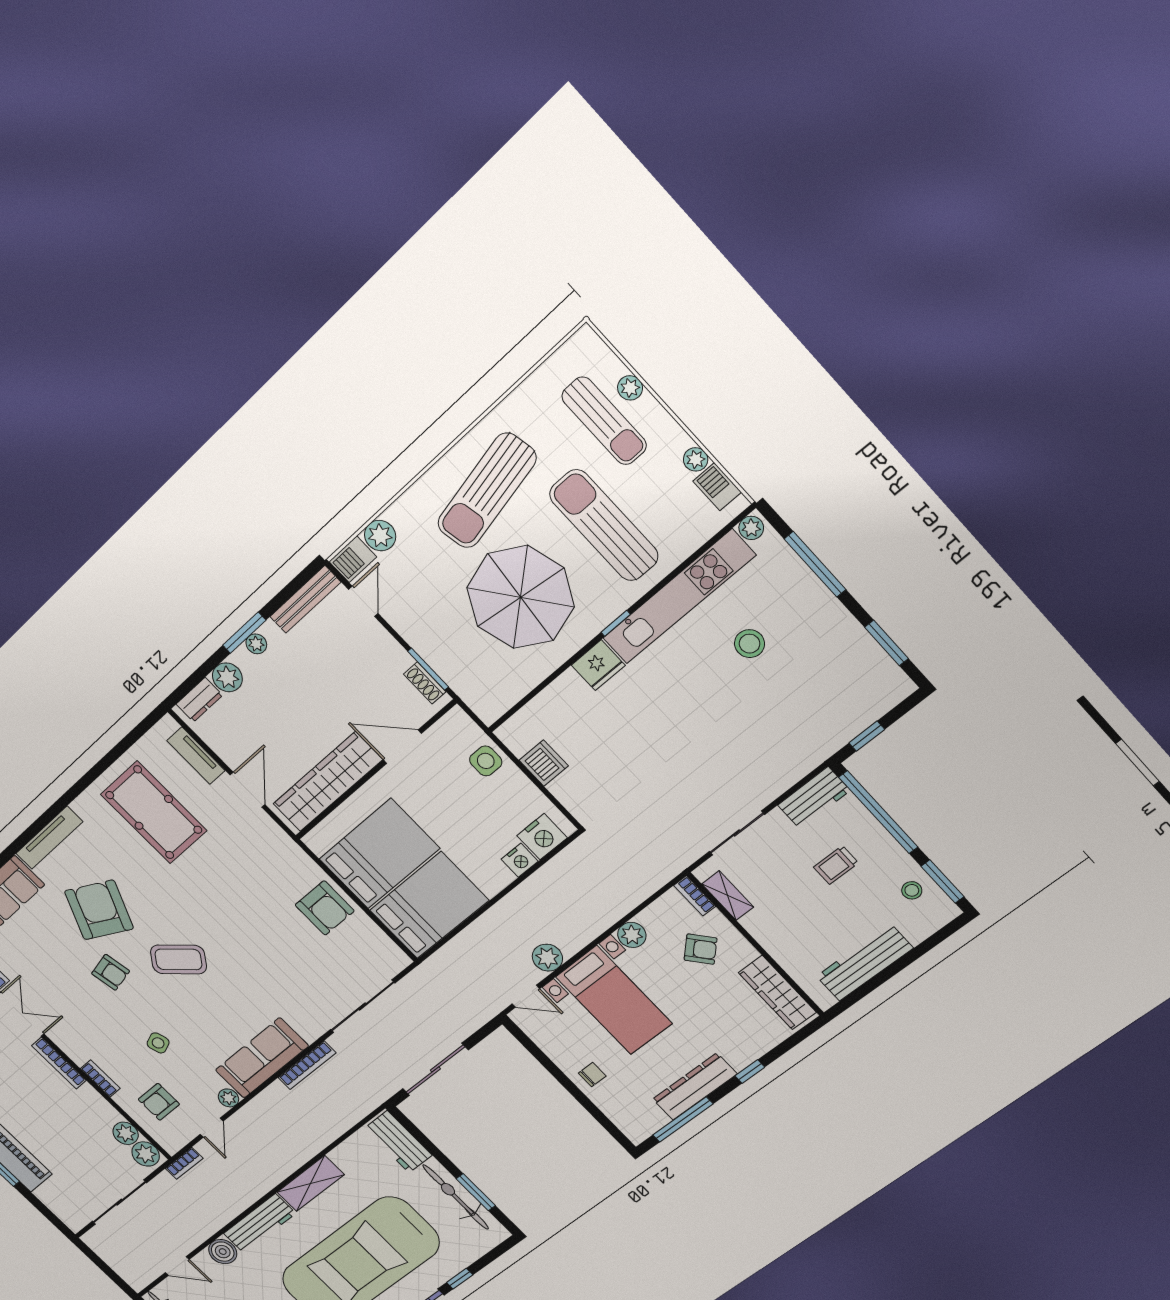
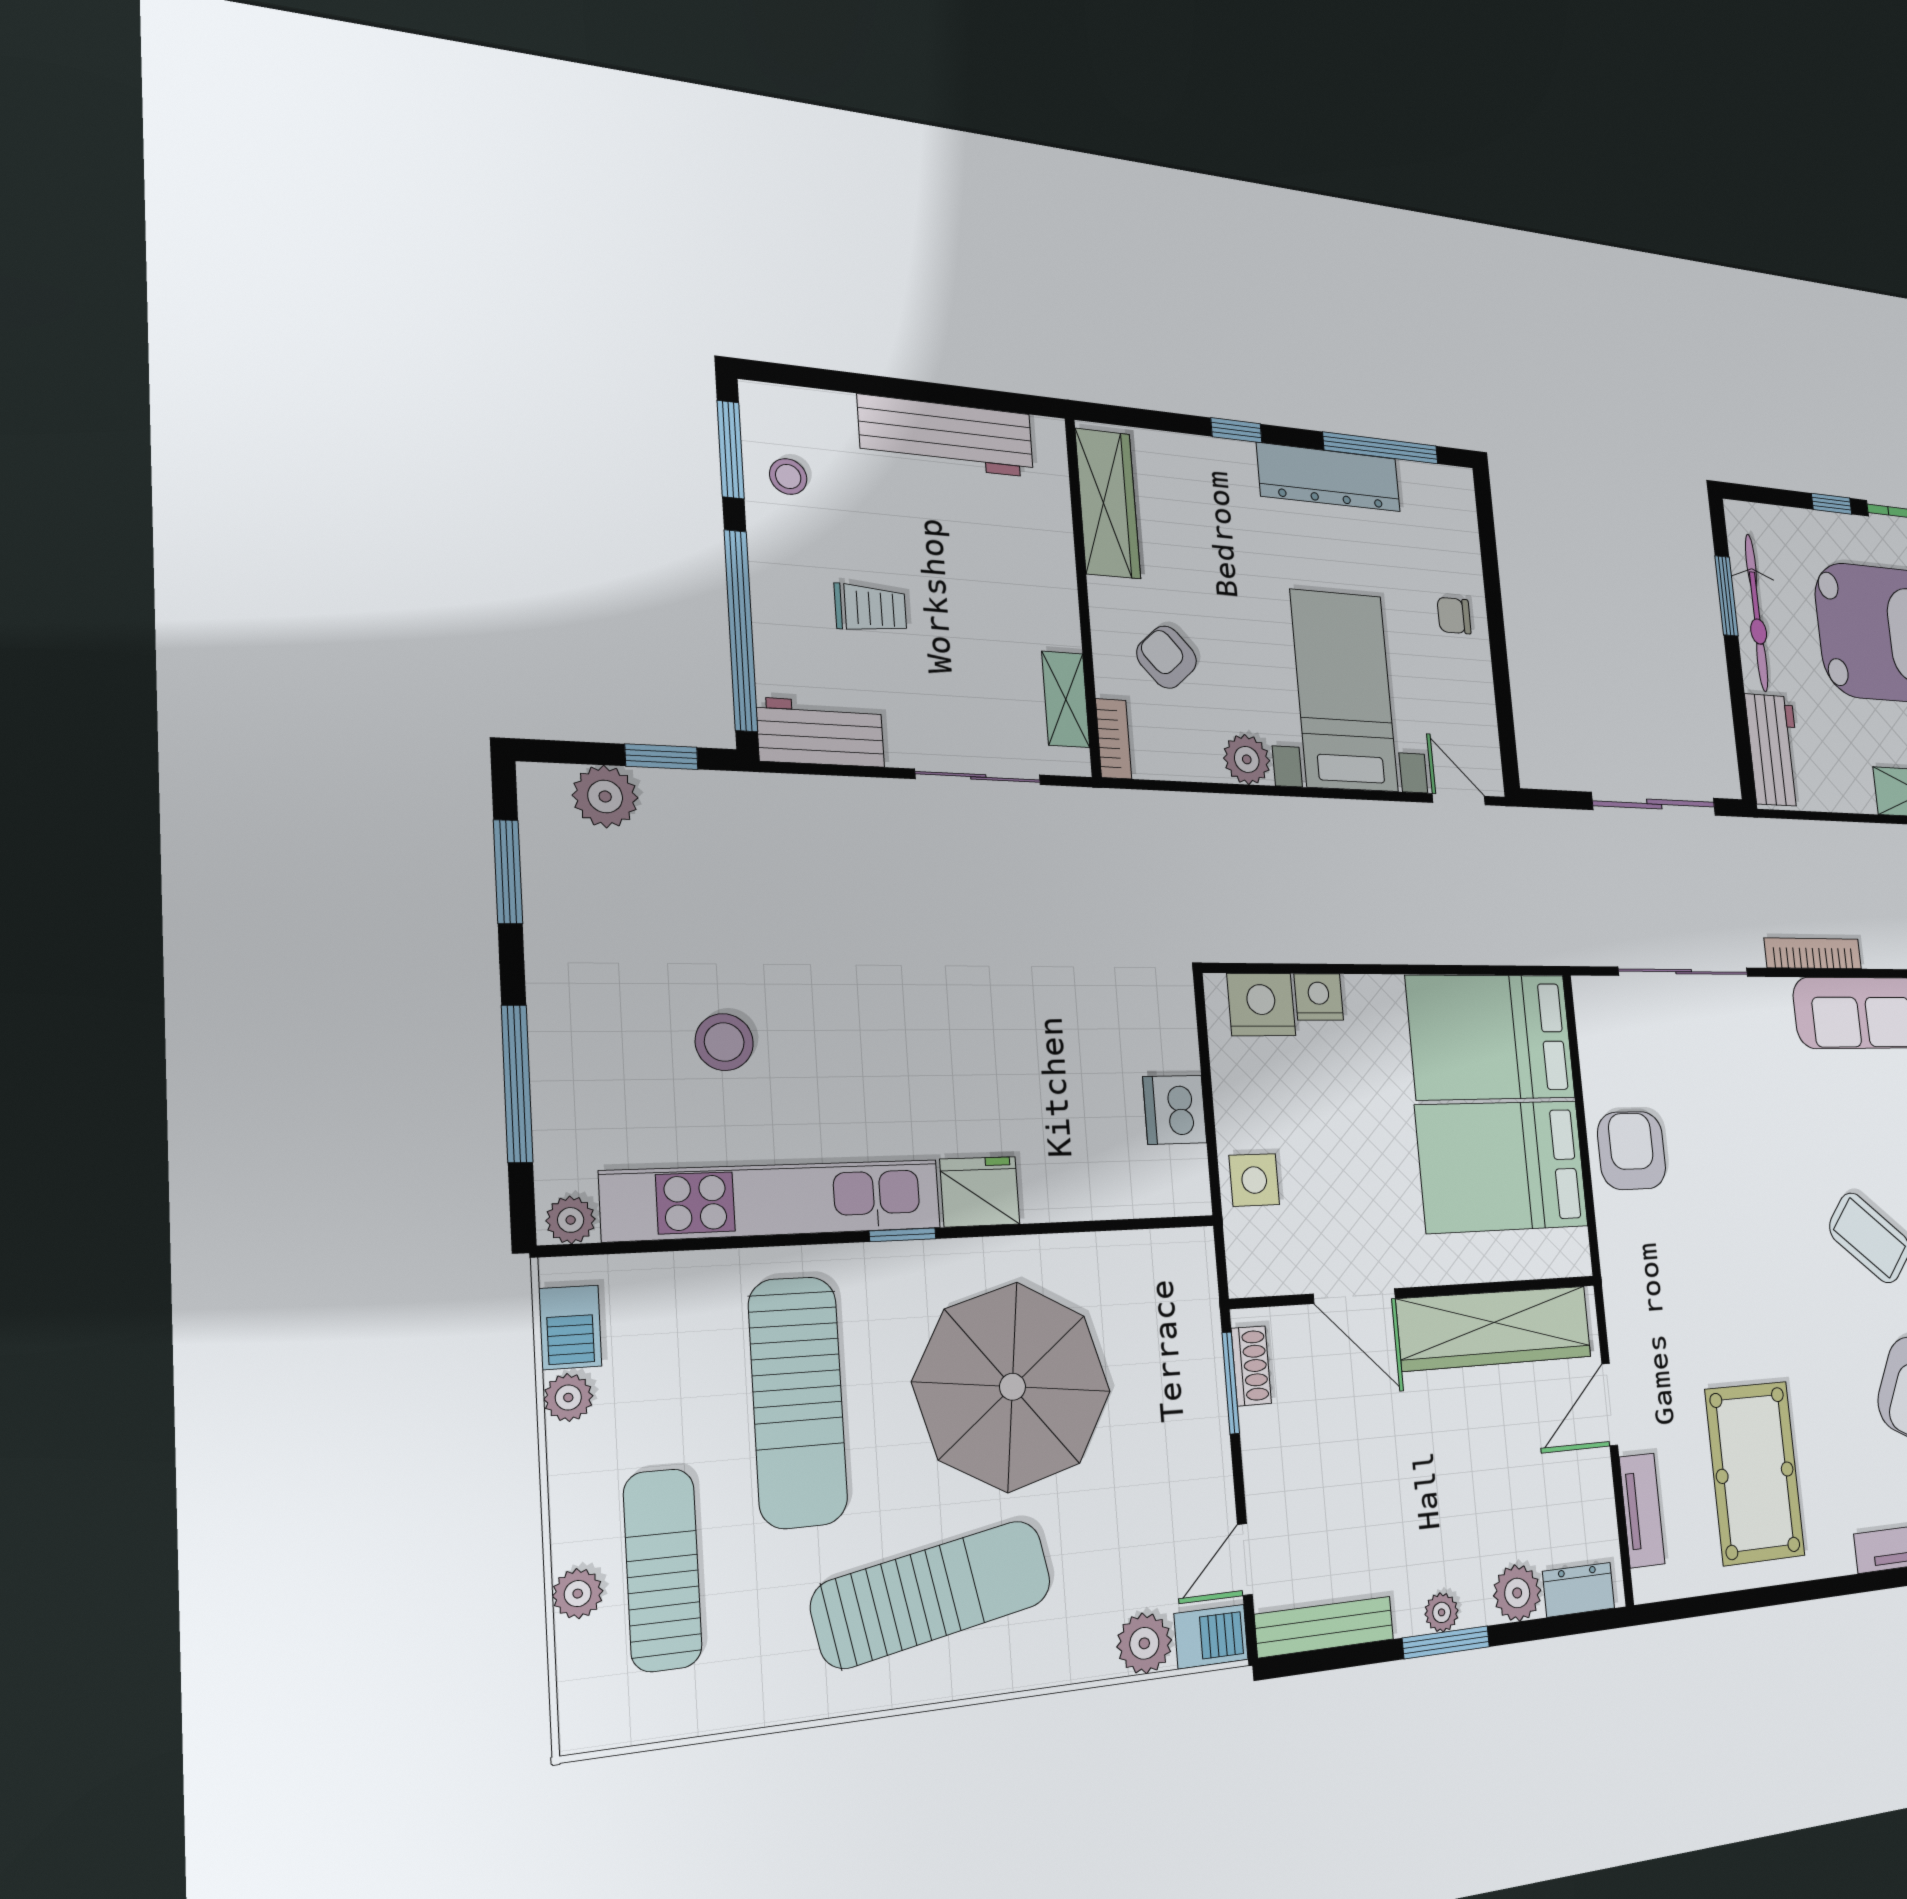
plant: (547, 958) -> (605, 796), moved

